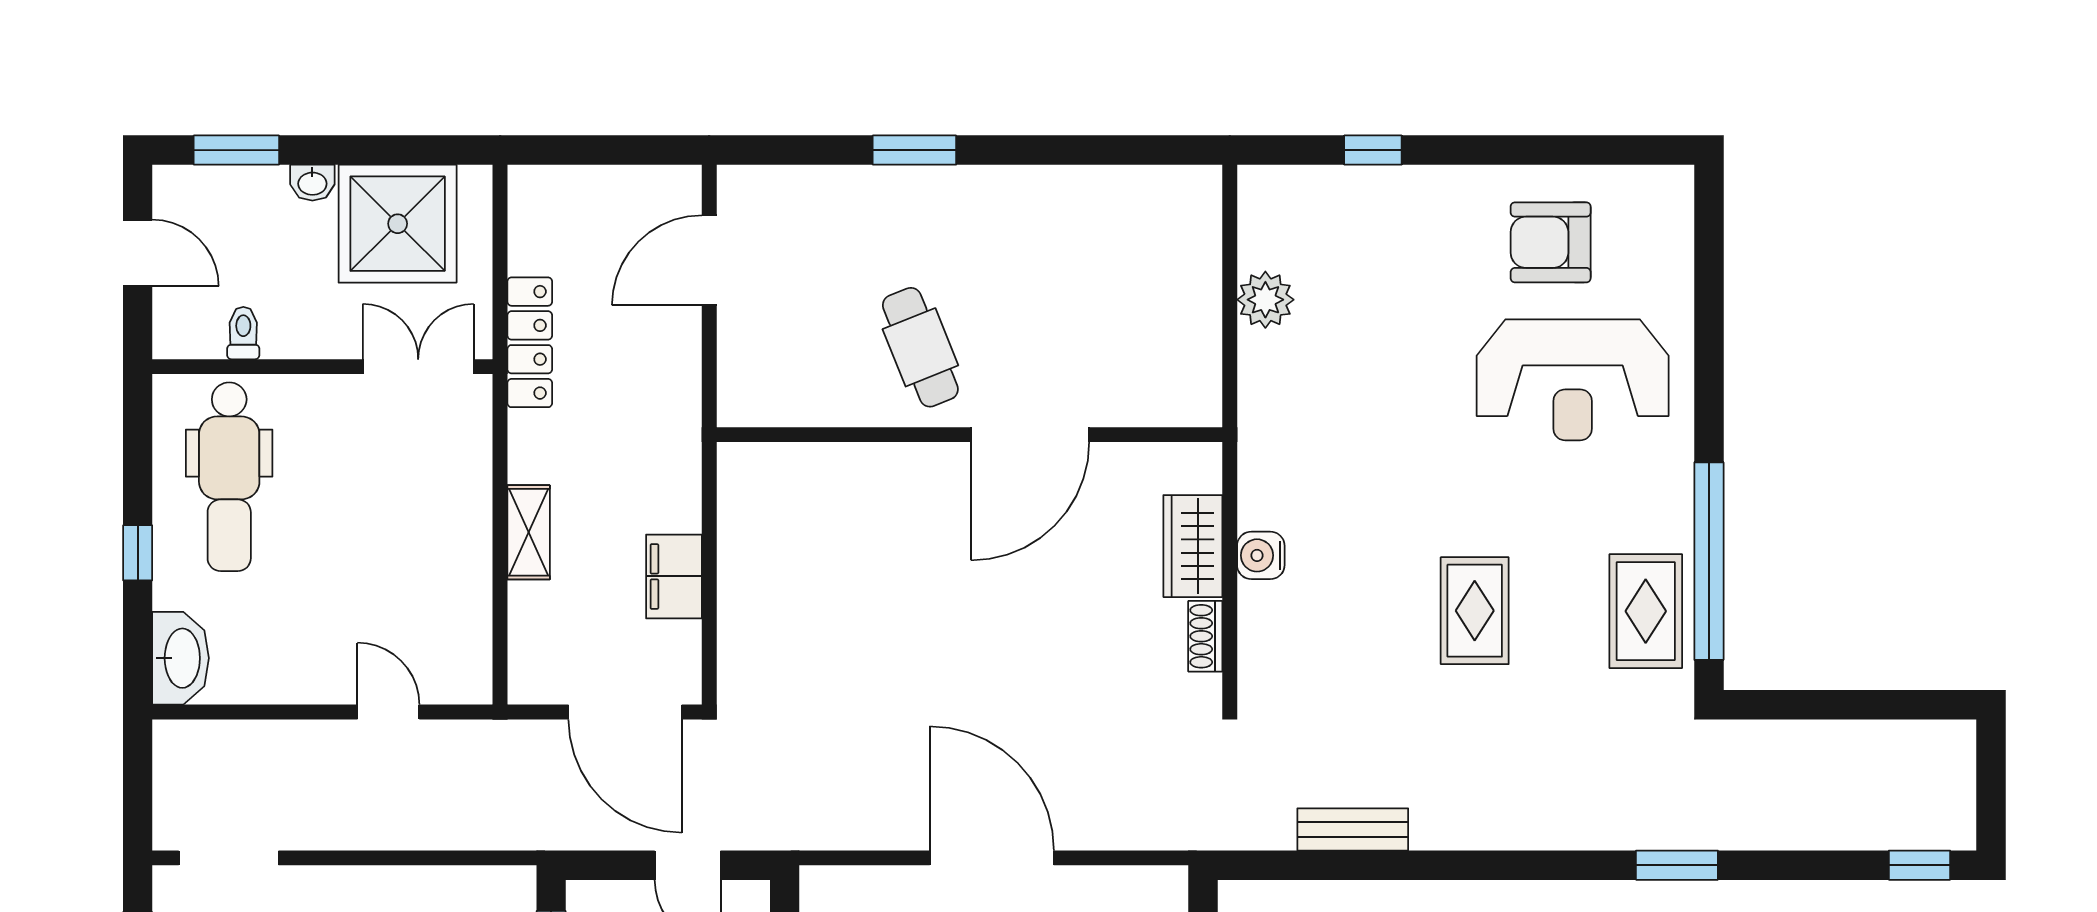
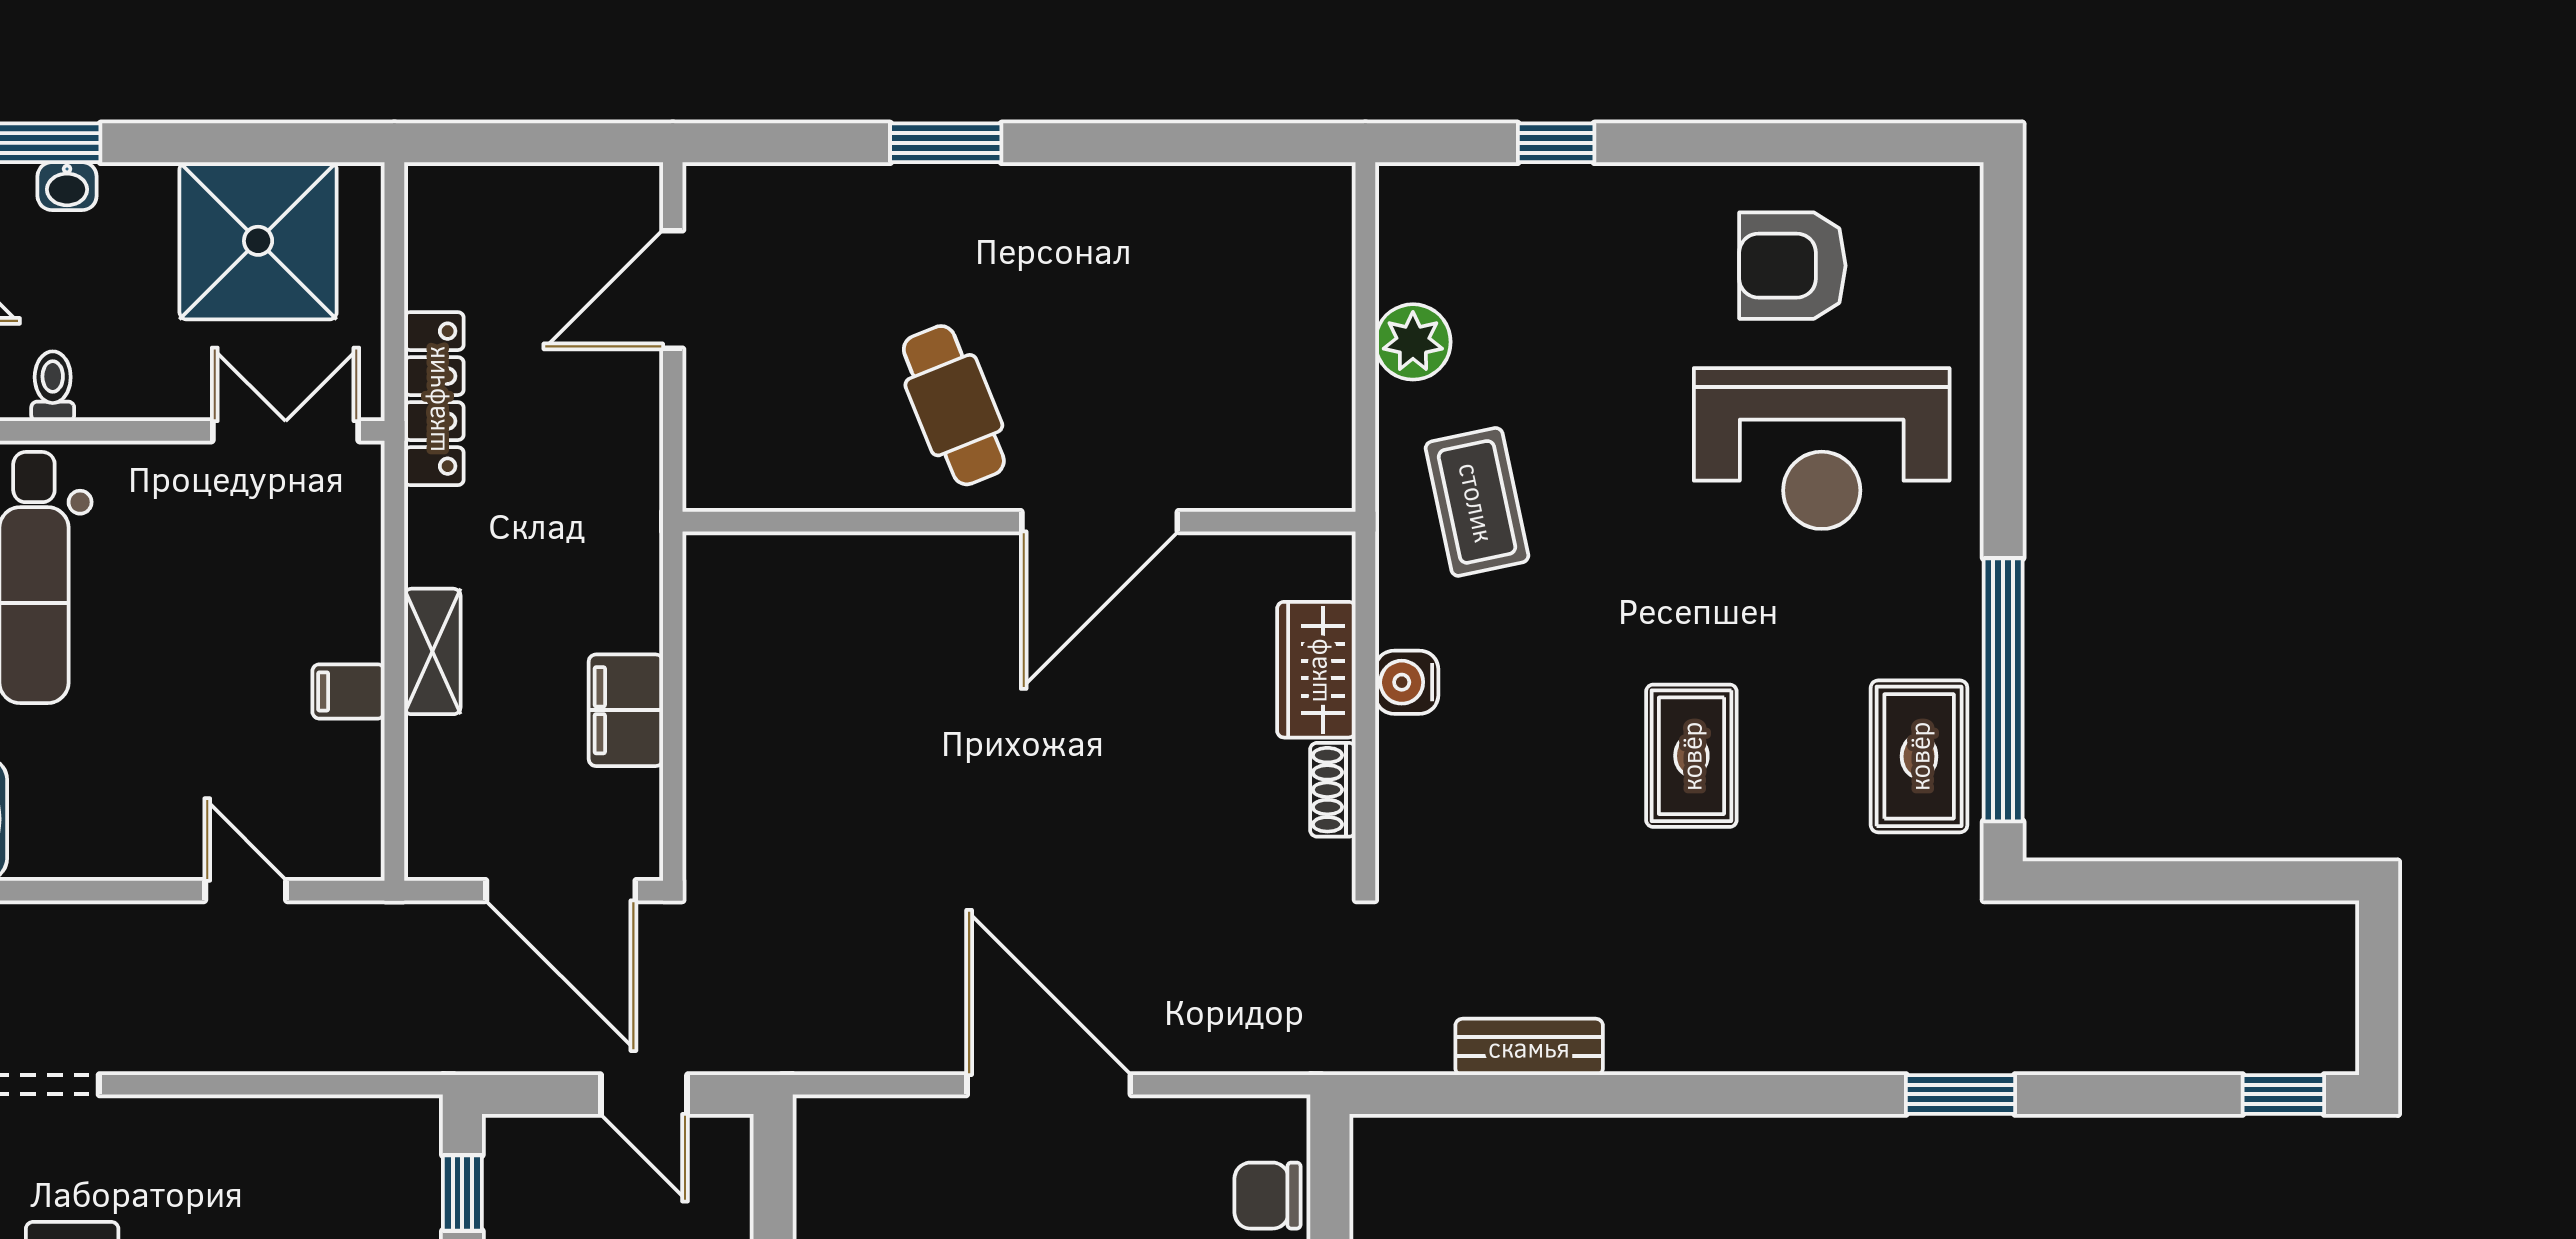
washbasin: (312, 183) -> (67, 186), moved
coffee table: (1314, 420) -> (1477, 502), added
filing cabinet: (466, 562) -> (348, 691), added

